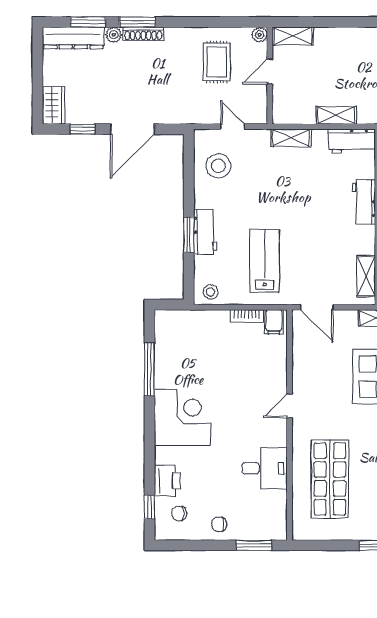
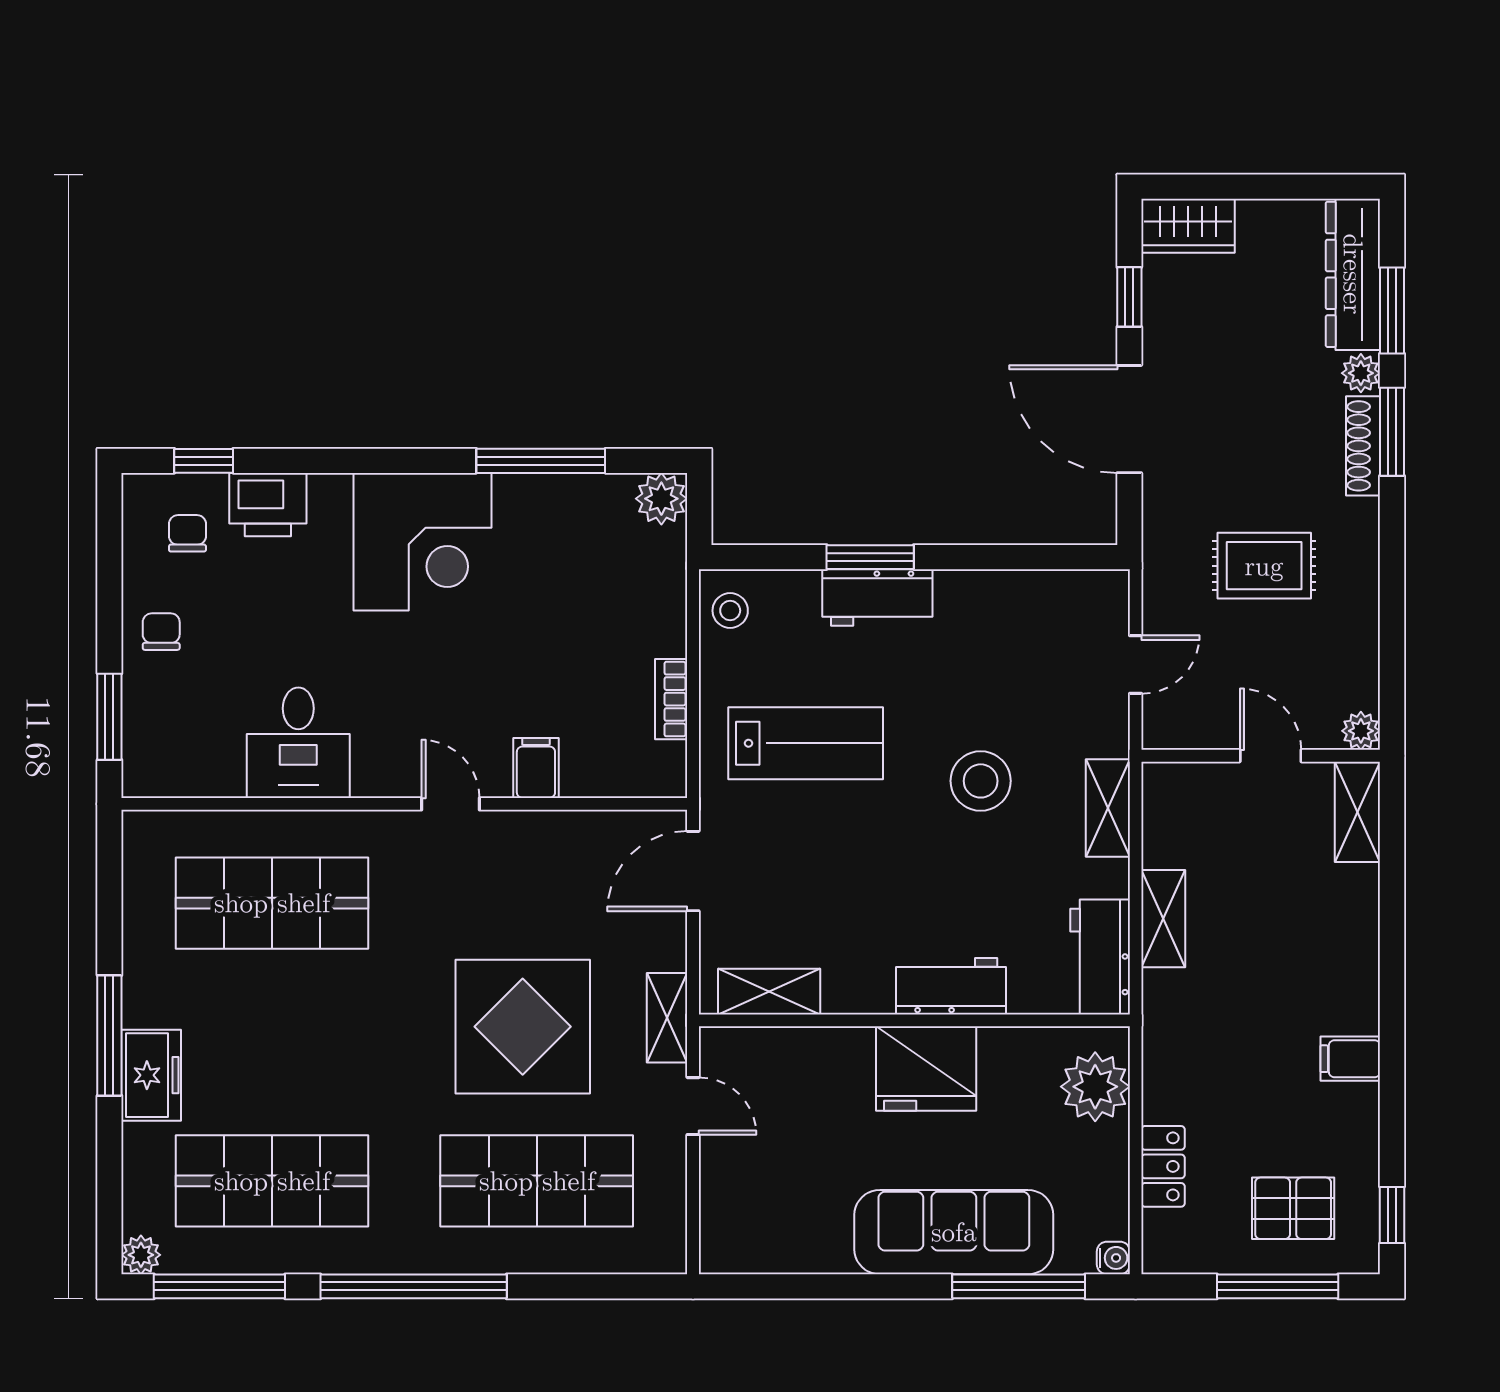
rug: (217, 62) -> (1264, 566), moved
stool: (218, 166) -> (981, 781), moved
plant: (165, 320) -> (661, 499), added
filing cabinet: (274, 322) -> (536, 768), moved, turned 90

